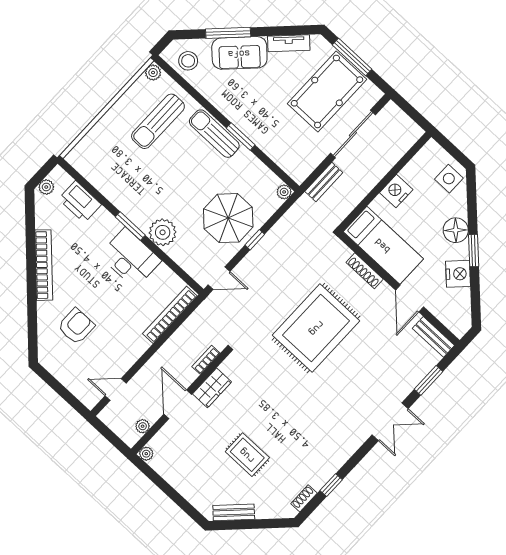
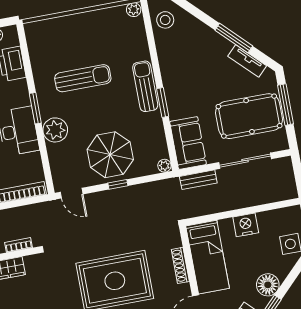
window: (228, 33) -> (234, 38), moved
sofa: (239, 53) -> (188, 143), moved, turned -135
sun lounger: (158, 121) -> (83, 78), moved, turned 180

